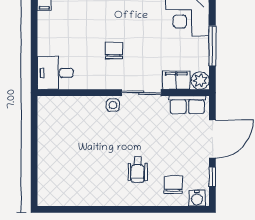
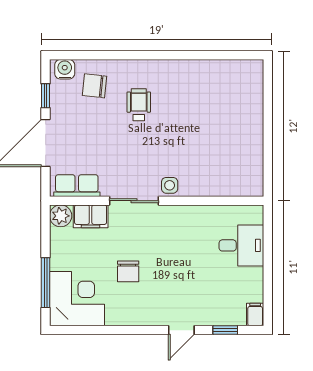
window: (212, 46) -> (46, 283), moved
chair: (114, 50) -> (128, 271), moved
desk: (55, 73) -> (241, 245), moved
chair: (173, 185) -> (94, 86), turned 96

